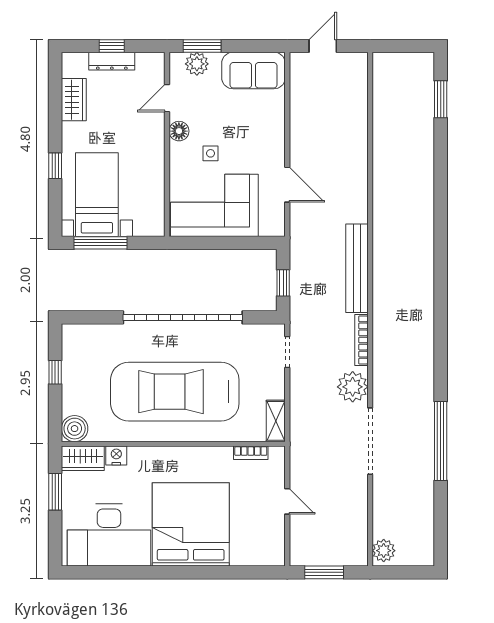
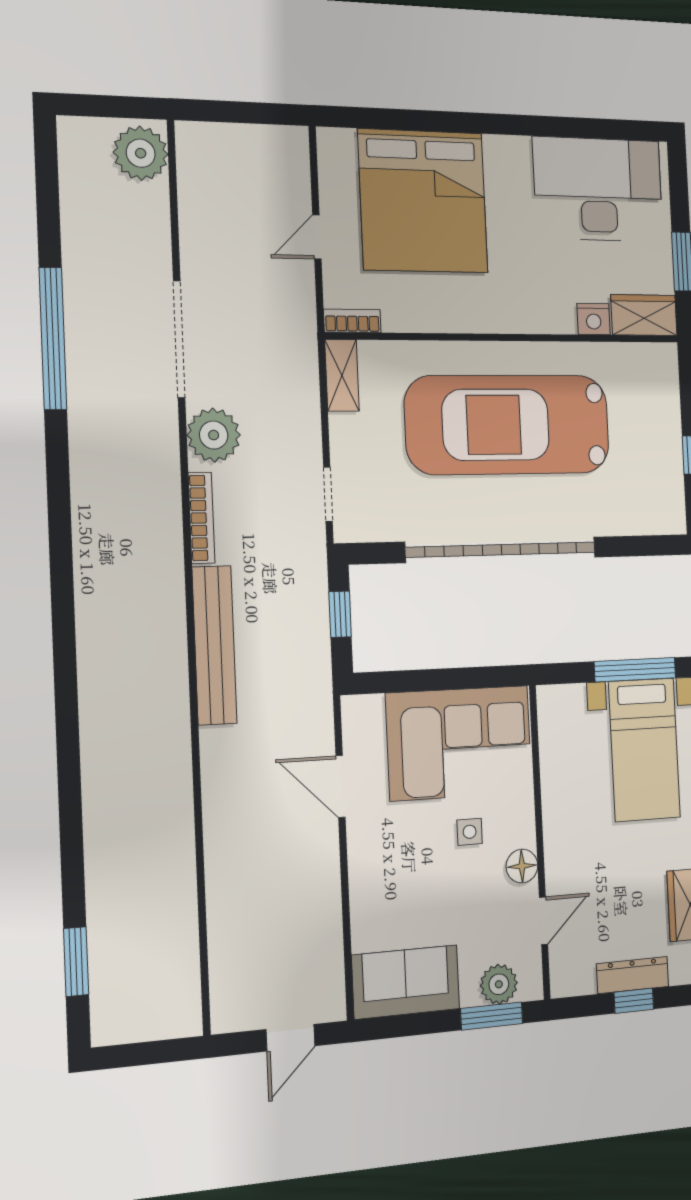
car: (175, 392) -> (508, 425), turned 180
boiler: (75, 429) -> (659, 364), removed
bookcase: (251, 453) -> (352, 321), moved
door: (287, 501) -> (317, 237), hinge flipped
bed: (191, 524) -> (423, 201), moved
plant: (384, 551) -> (141, 153), width x1.36, depth x1.36
window: (324, 572) -> (249, 113), removed

